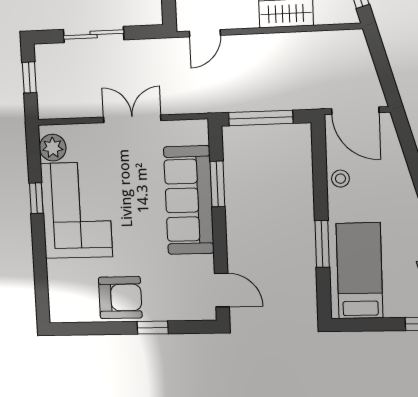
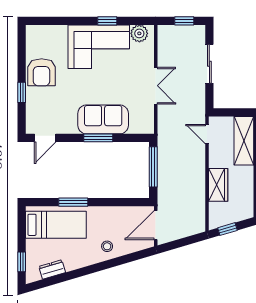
stool: (340, 179) -> (107, 246), moved
window: (217, 184) -> (98, 138), moved
sofa: (189, 200) -> (103, 119), width x0.73

